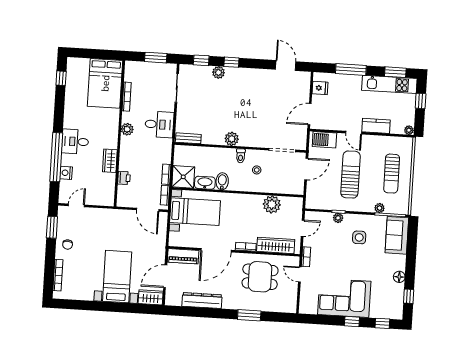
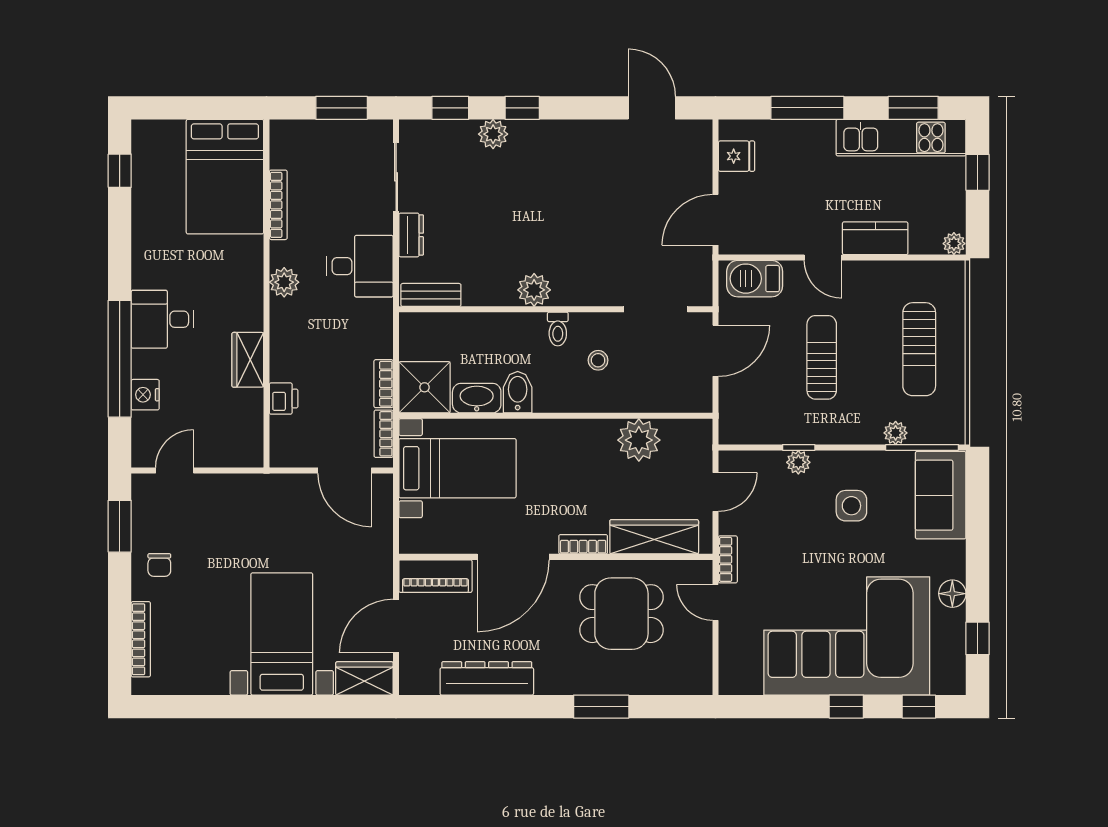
dresser: (182, 113) -> (411, 235), added
sun lounger: (351, 174) -> (822, 357), width x0.73, depth x0.75
corner sofa: (344, 298) -> (847, 636), width x1.36, depth x1.36

